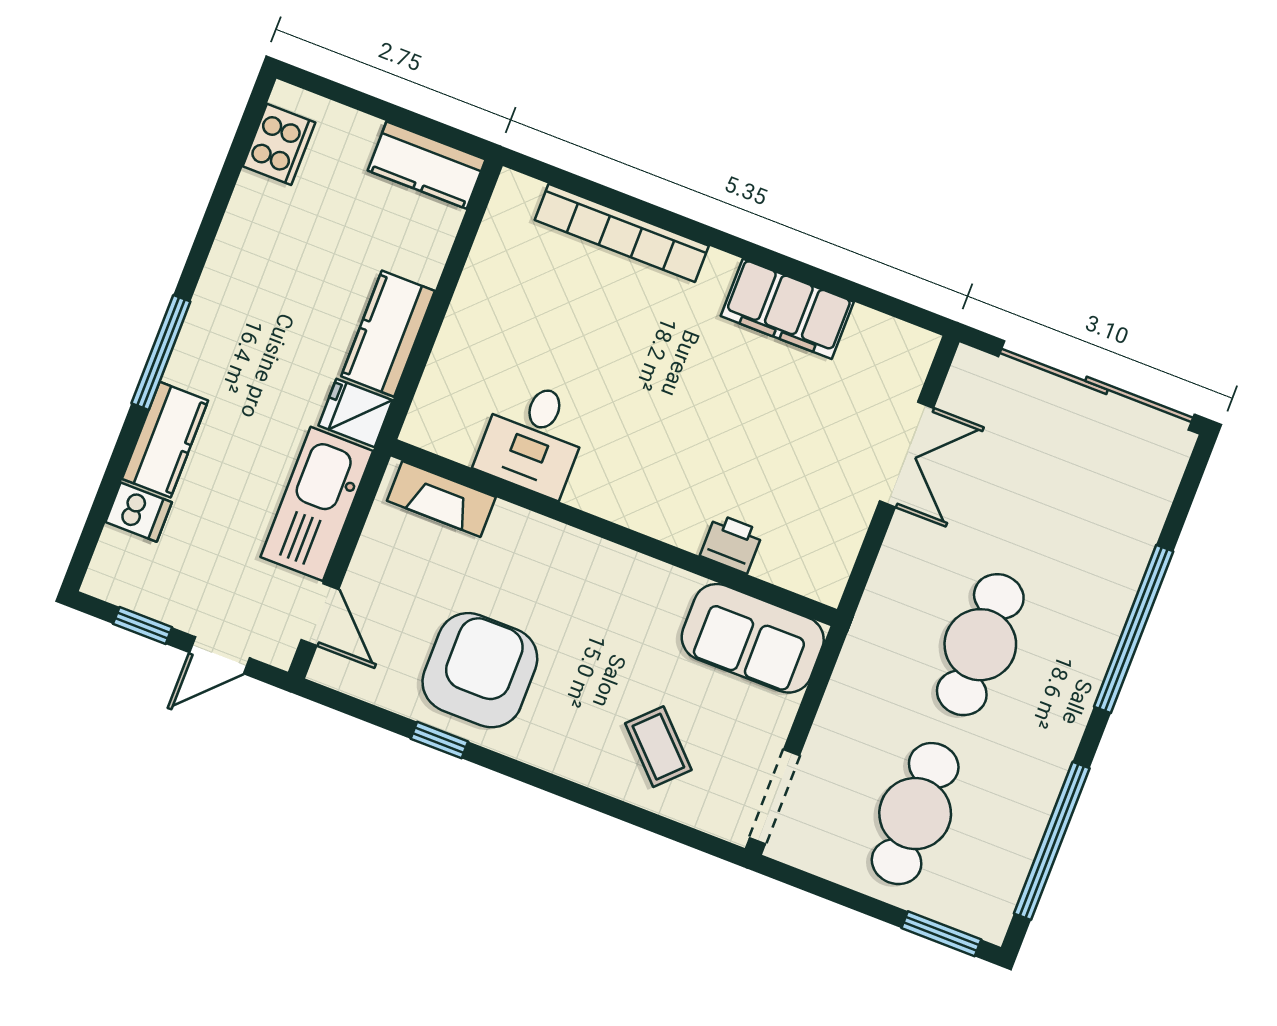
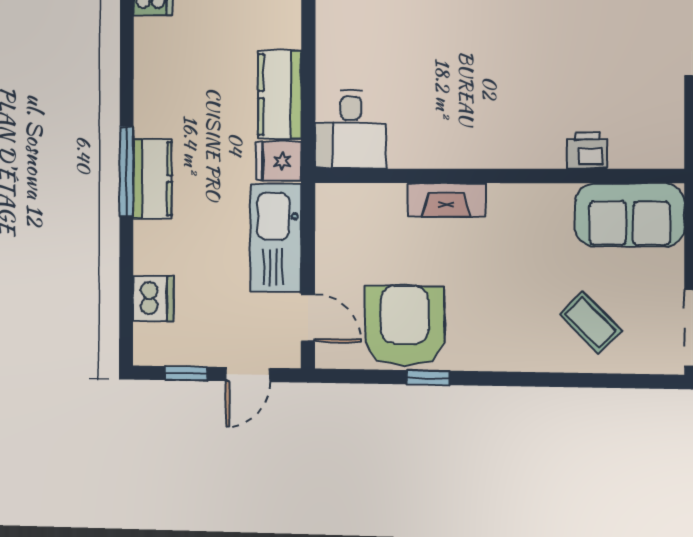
desk: (533, 438) -> (351, 129), moved
kitchen counter: (165, 440) -> (152, 179), moved
fireplace: (441, 499) -> (446, 200), moved
dishwasher: (139, 512) -> (153, 299), width x1.38
armchair: (480, 670) -> (404, 326), moved

